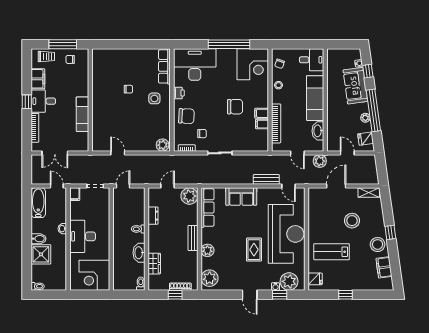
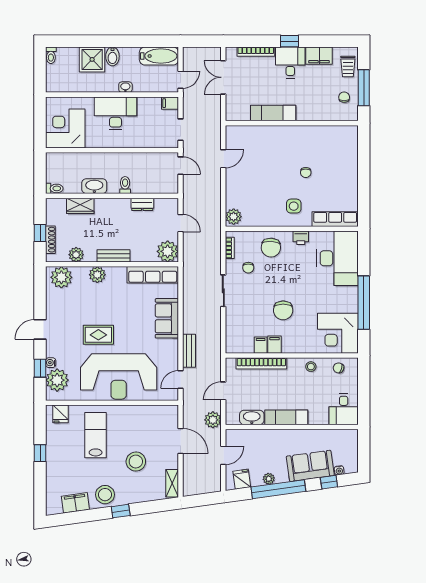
exam couch: (315, 98) -> (286, 417), width x0.73, depth x0.69
plant: (192, 267) -> (76, 255), added

